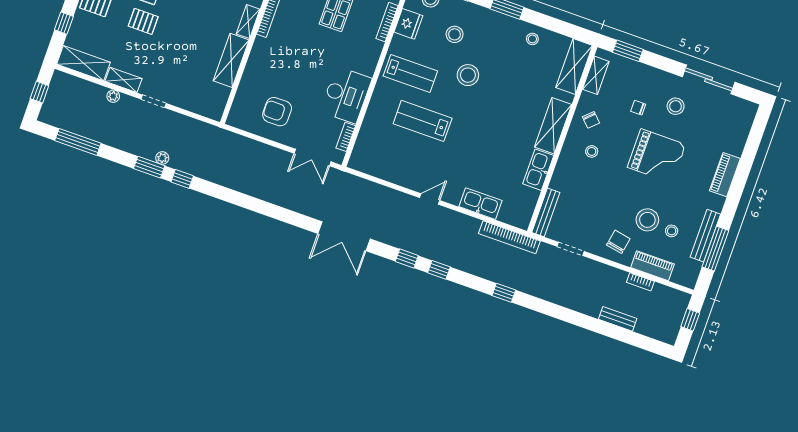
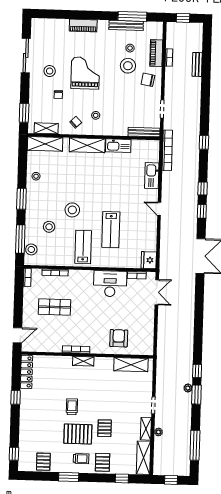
fridge: (408, 24) -> (149, 260), moved, turned -90
shelving: (231, 60) -> (131, 365), moved
armchair: (277, 112) -> (119, 338), moved, turned 180

